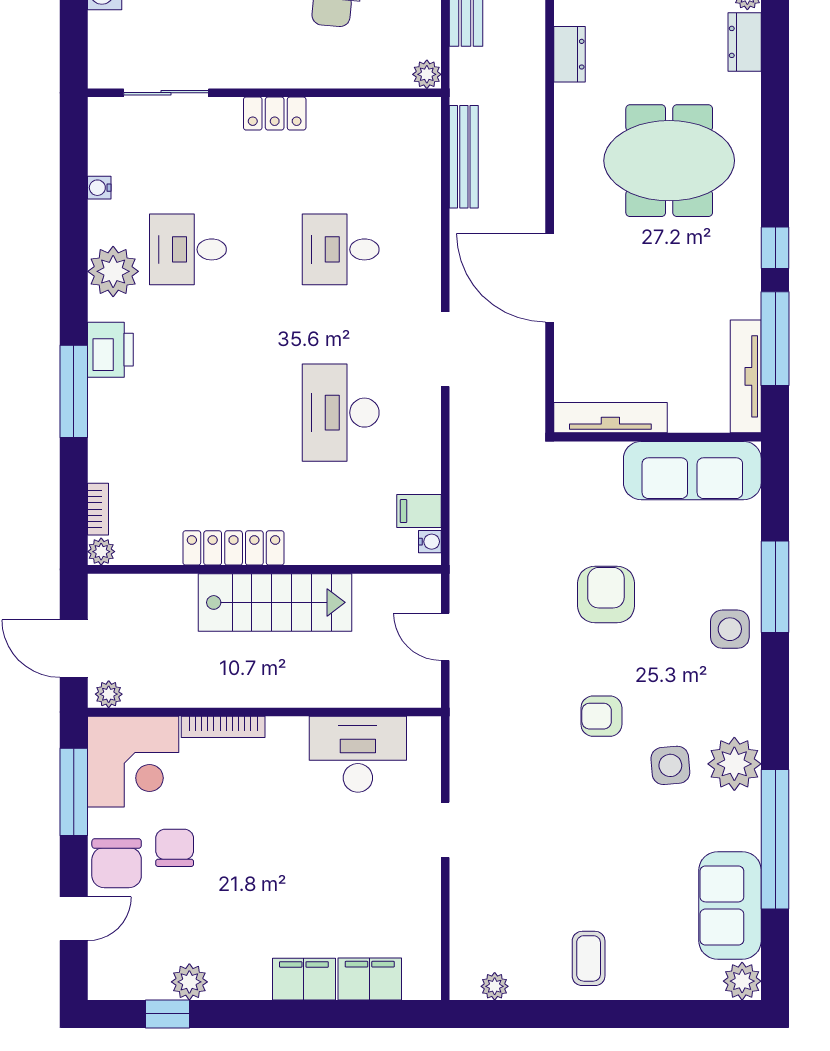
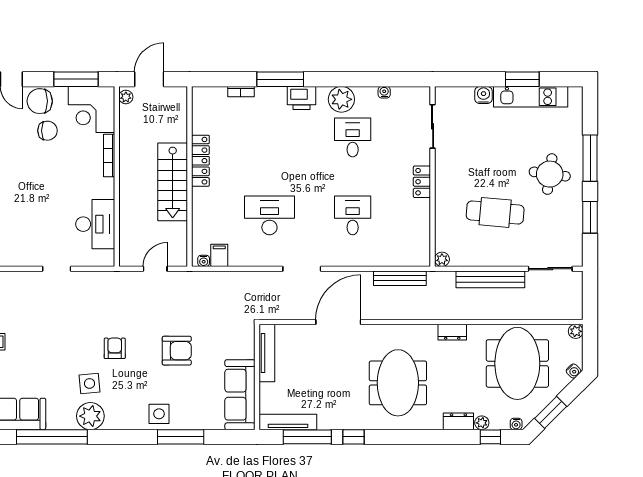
bookcase: (98, 509) -> (241, 92), moved
plant: (101, 552) -> (199, 93), removed

